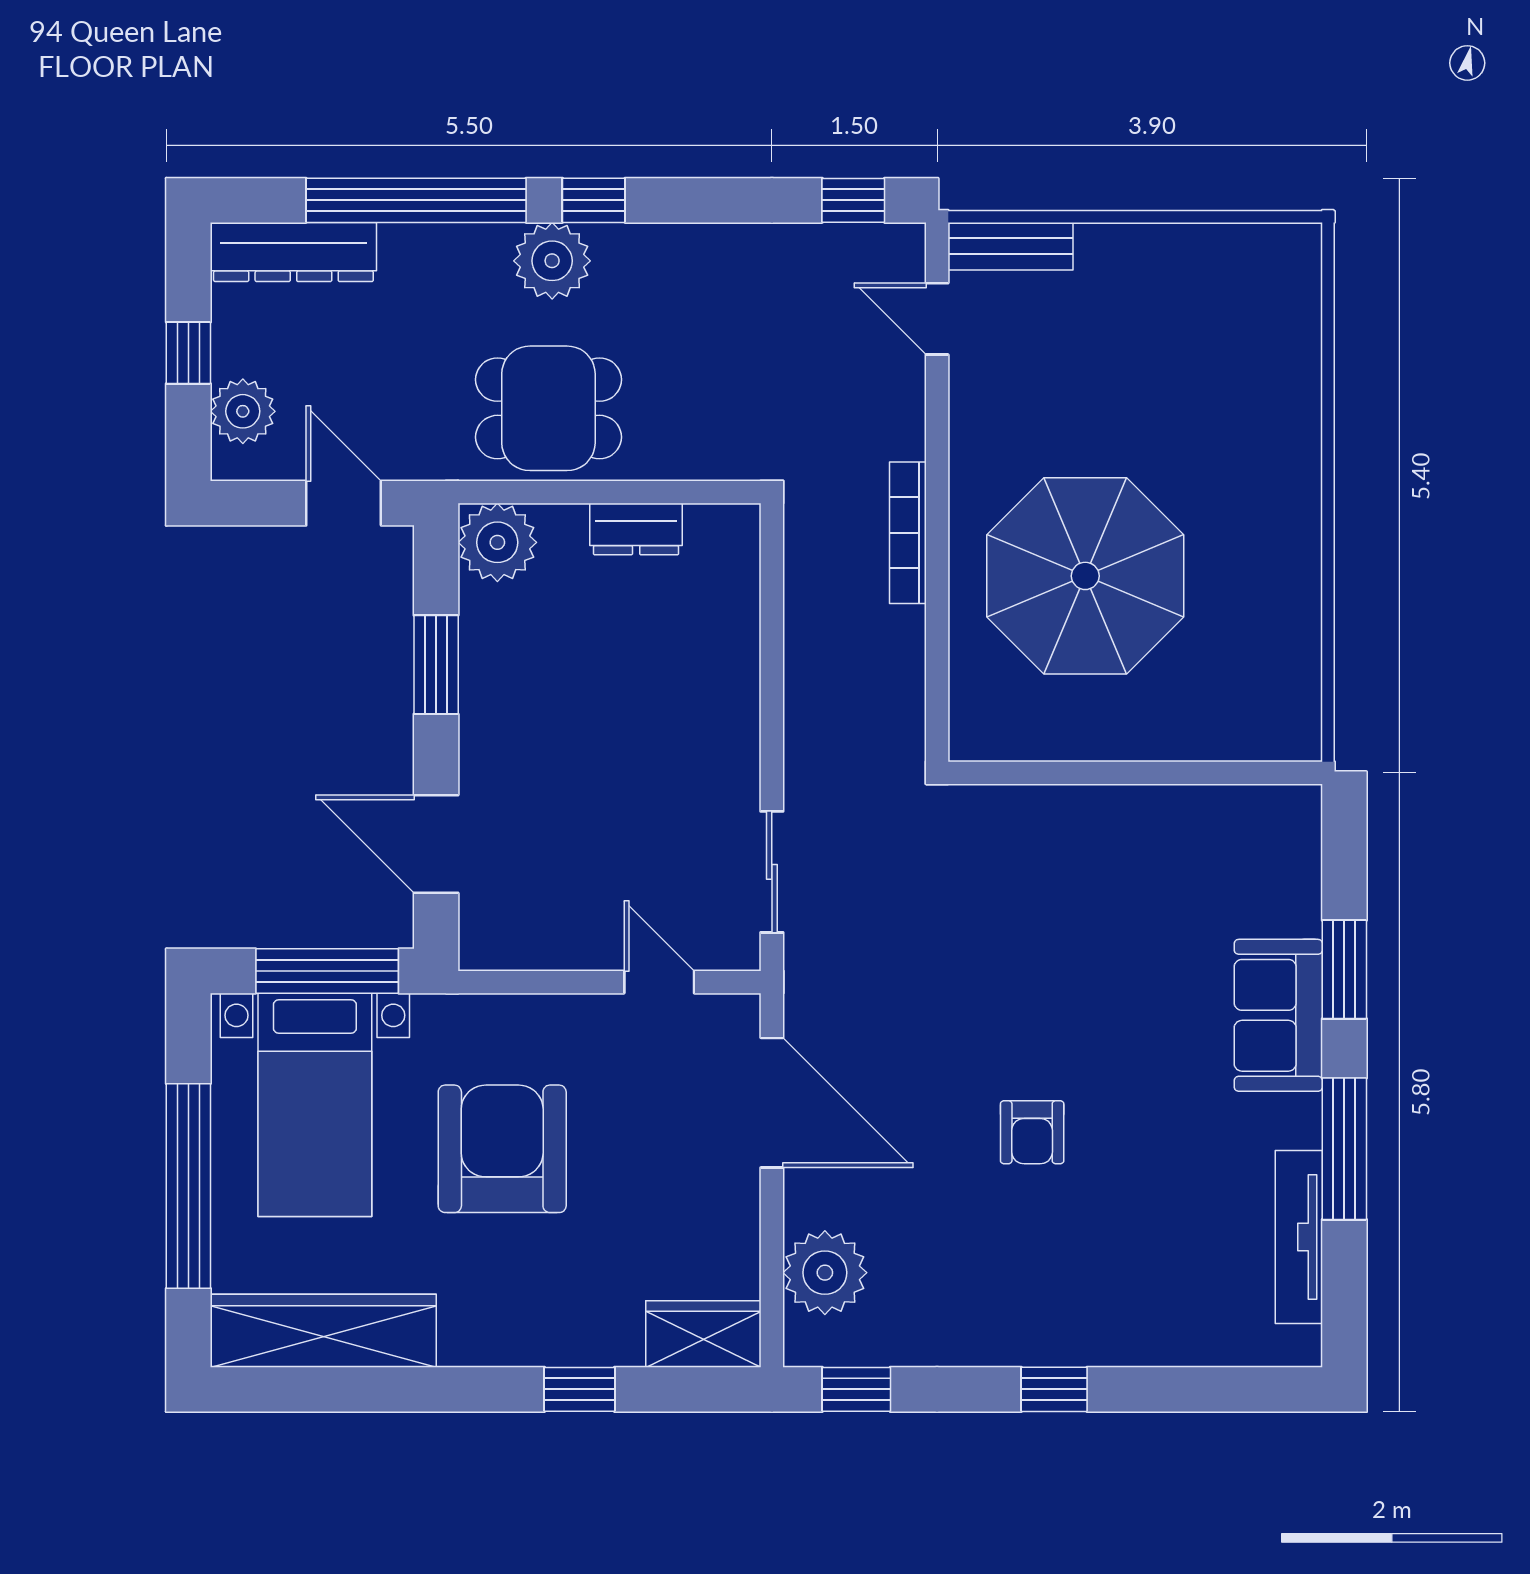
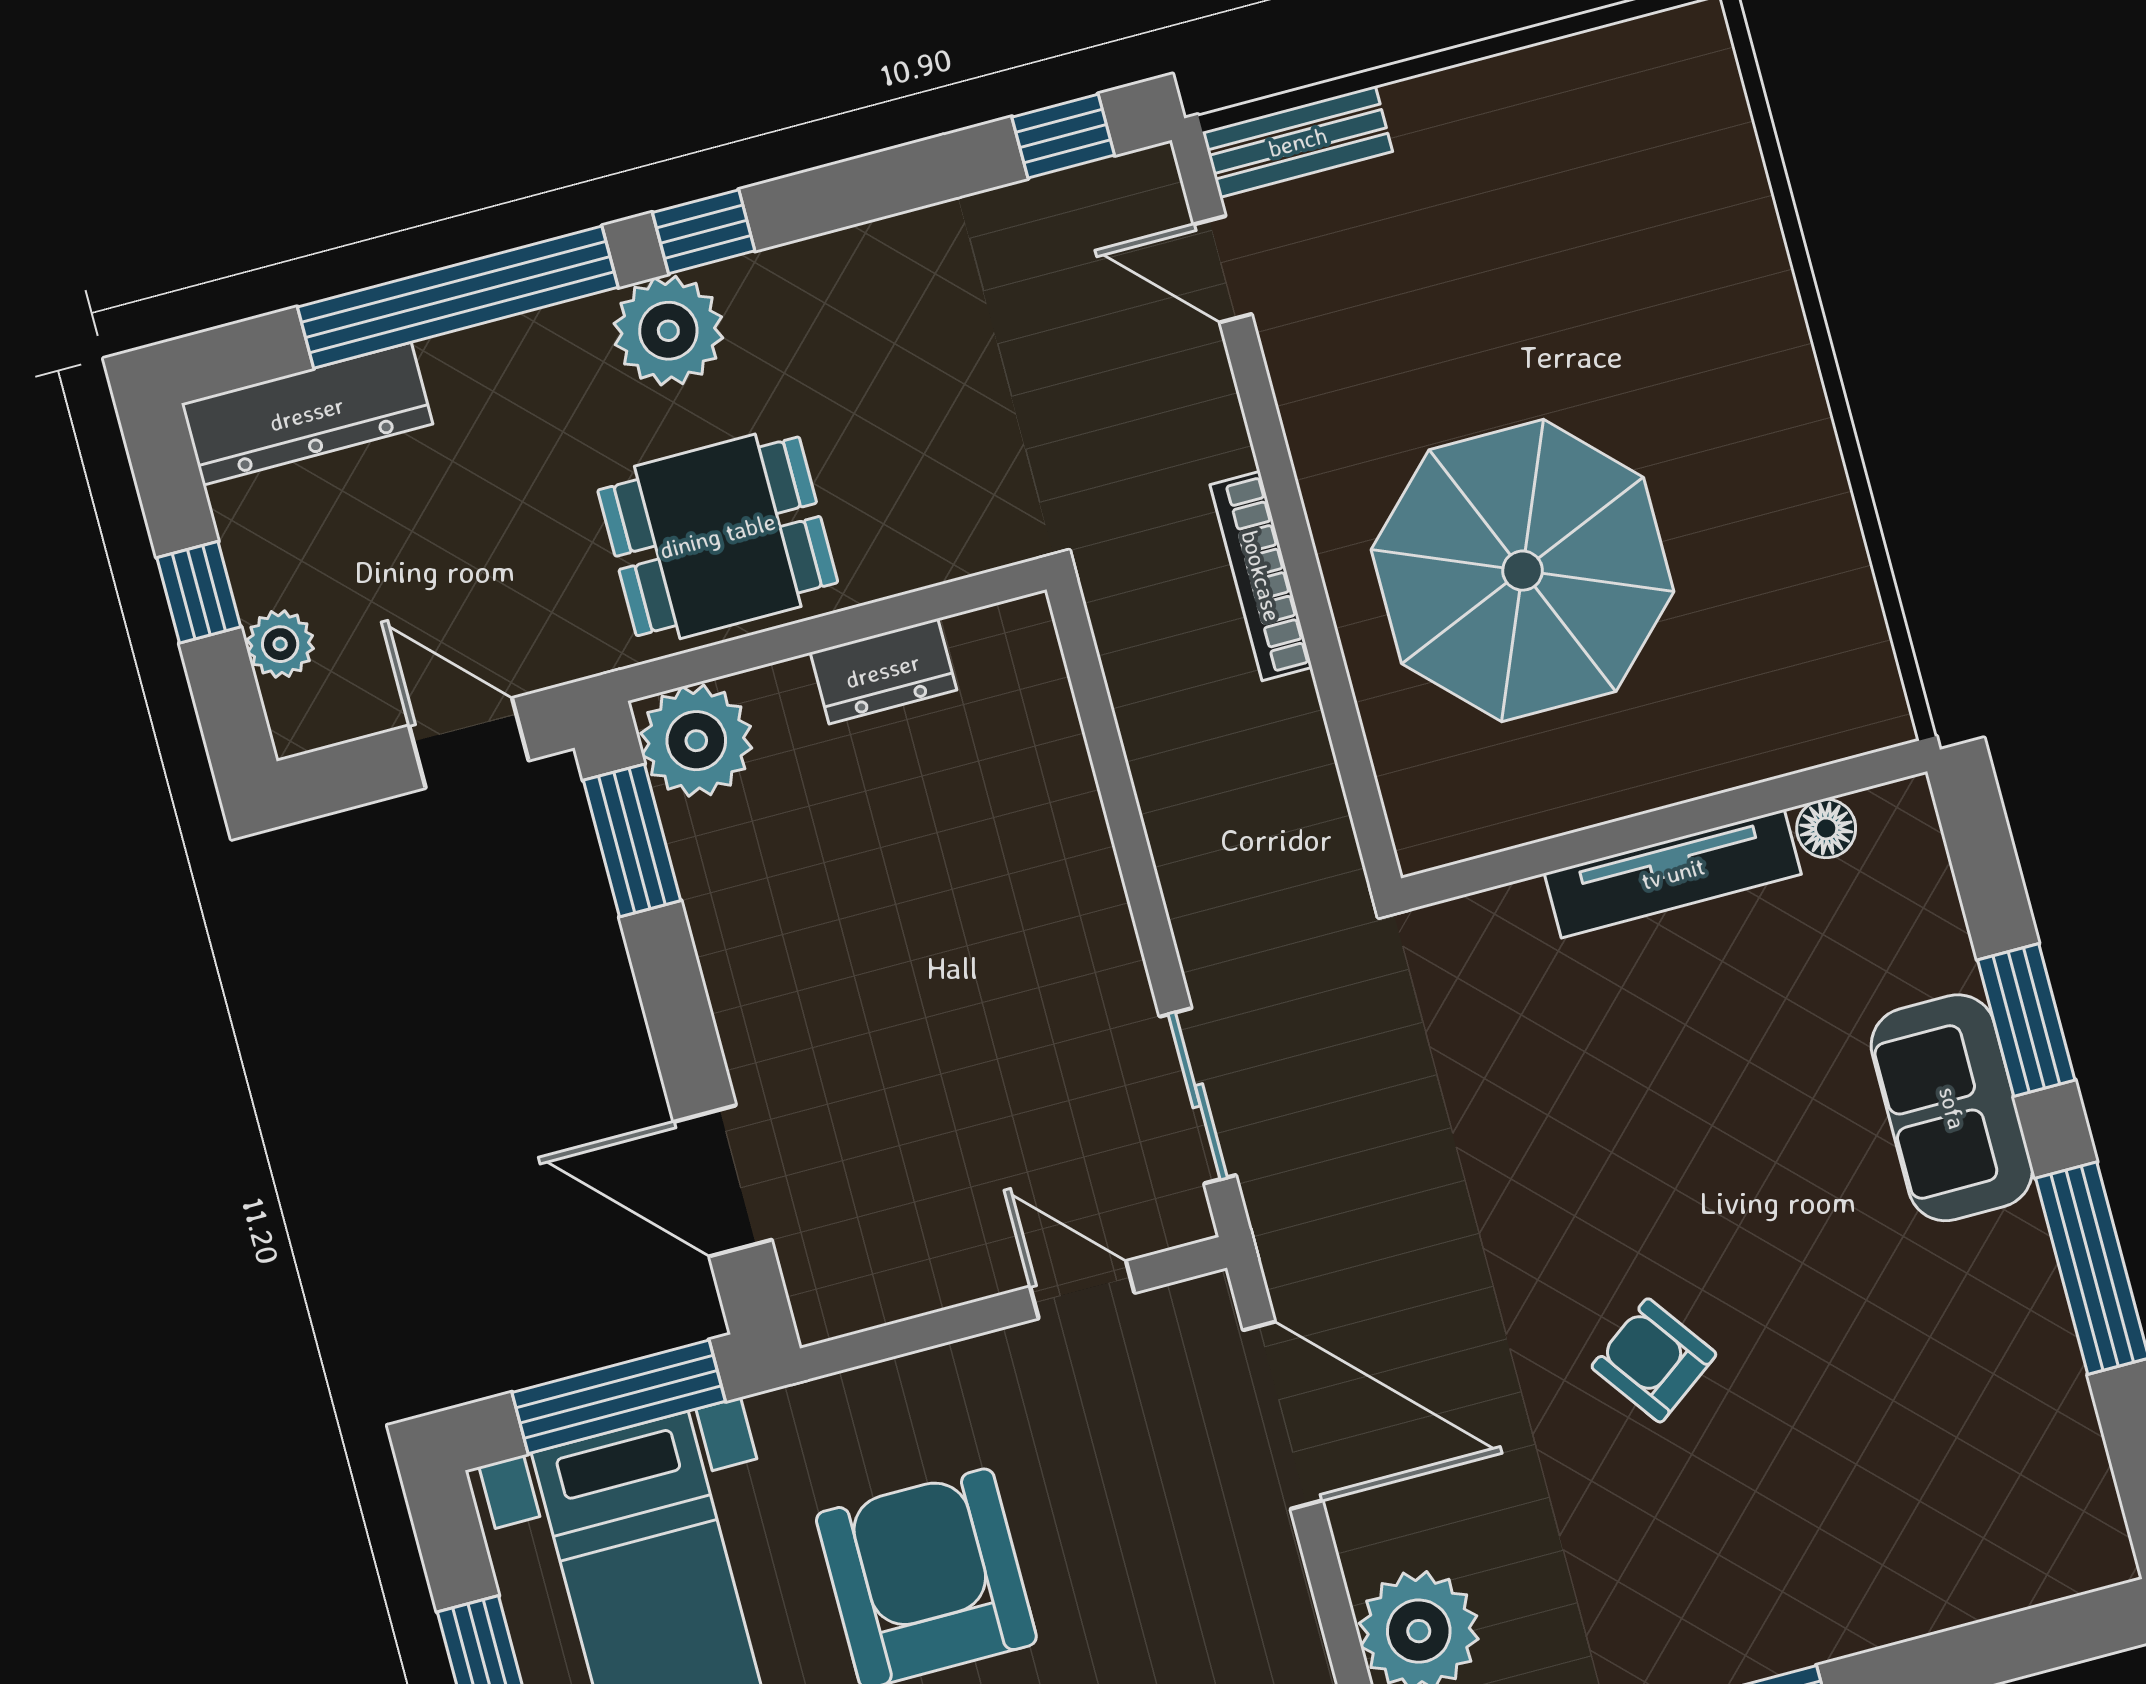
plant: (243, 411) -> (280, 644), width x0.73, depth x0.73
window: (436, 665) -> (632, 840), moved
floor lamp: (1244, 804) -> (1826, 828), added
armchair: (1032, 1132) -> (1654, 1360), turned 144
tv unit: (1299, 1237) -> (1673, 874), moved, turned -90

